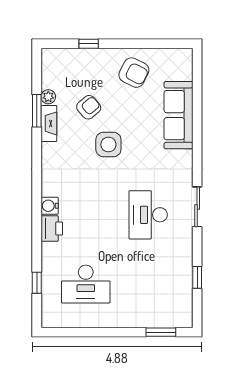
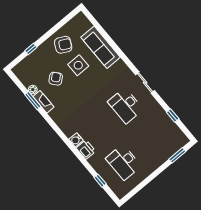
side table: (108, 145) -> (78, 65), moved
desk: (86, 284) -> (123, 162), turned 90

